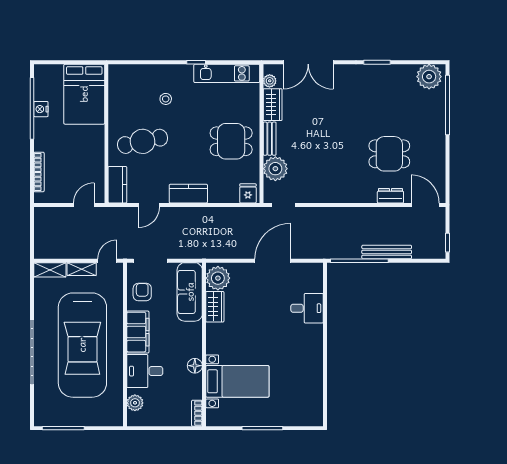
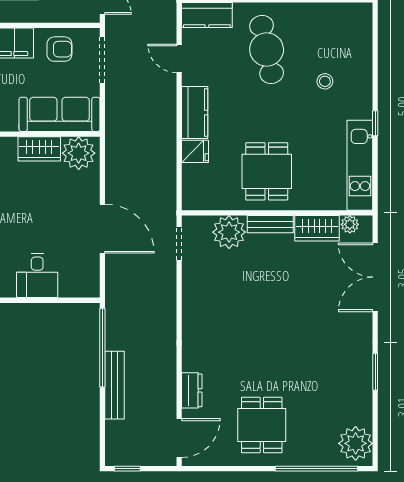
dining table: (389, 154) -> (262, 425), moved
fridge: (248, 193) -> (195, 151), moved

